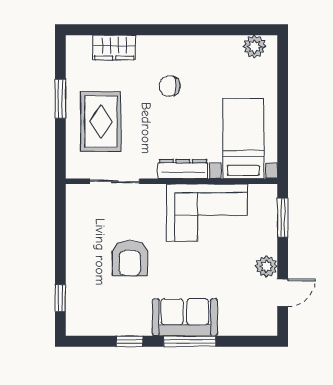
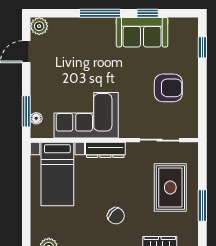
chair: (170, 86) -> (116, 216), turned 42
floor lamp: (270, 209) -> (36, 118), added
armchair: (130, 258) -> (168, 88), moved, turned 90
plant: (266, 266) -> (39, 26), moved
sofa: (185, 317) -> (142, 32), moved

